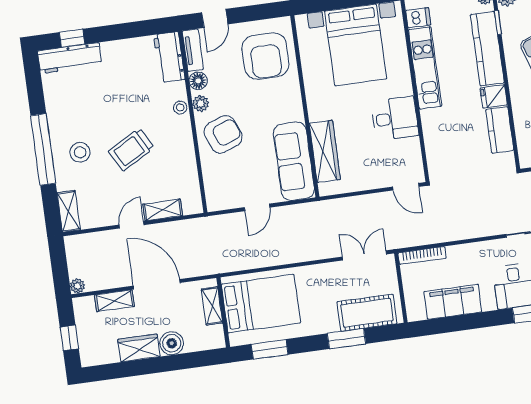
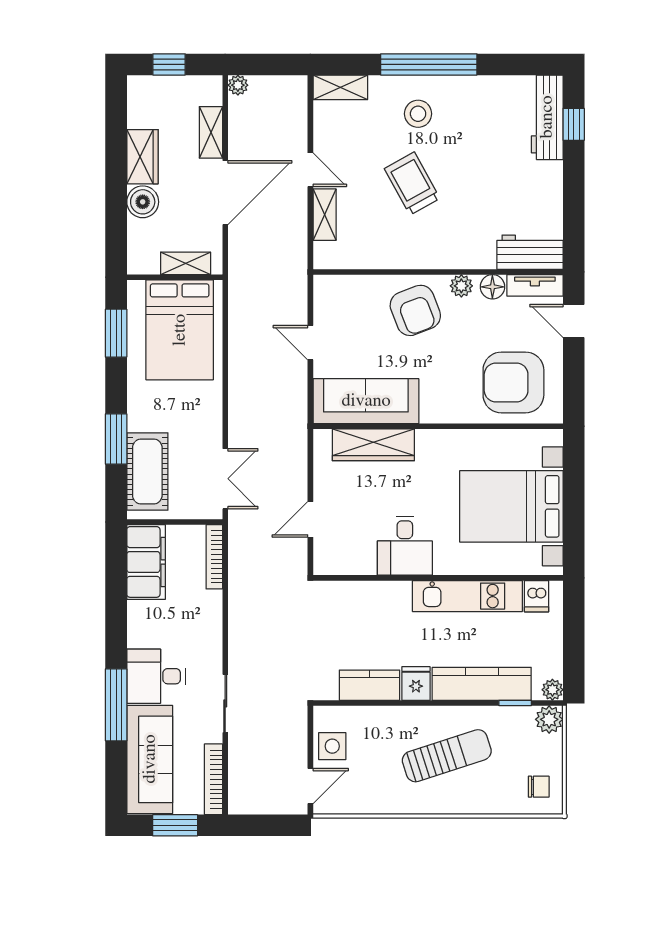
stool: (180, 108) -> (460, 258), removed
door: (406, 187) -> (310, 519), moved
filing cabinet: (453, 302) -> (146, 562), moved

